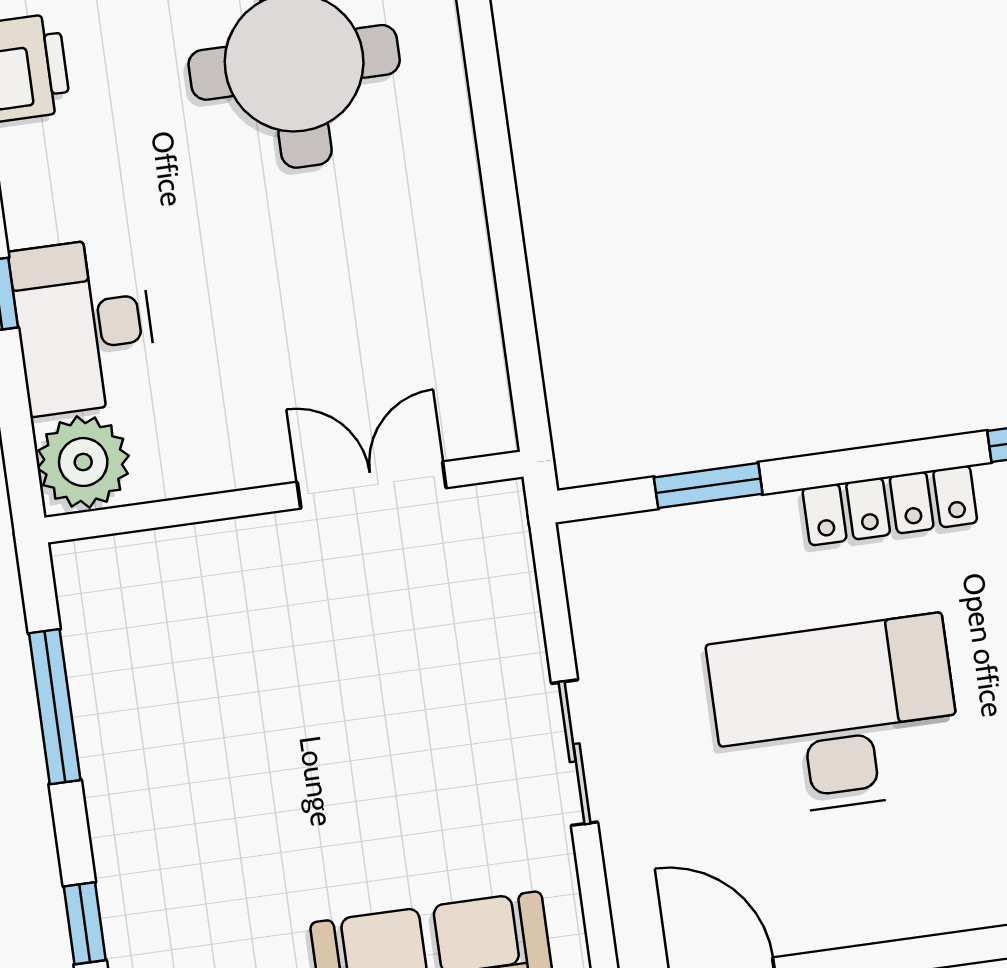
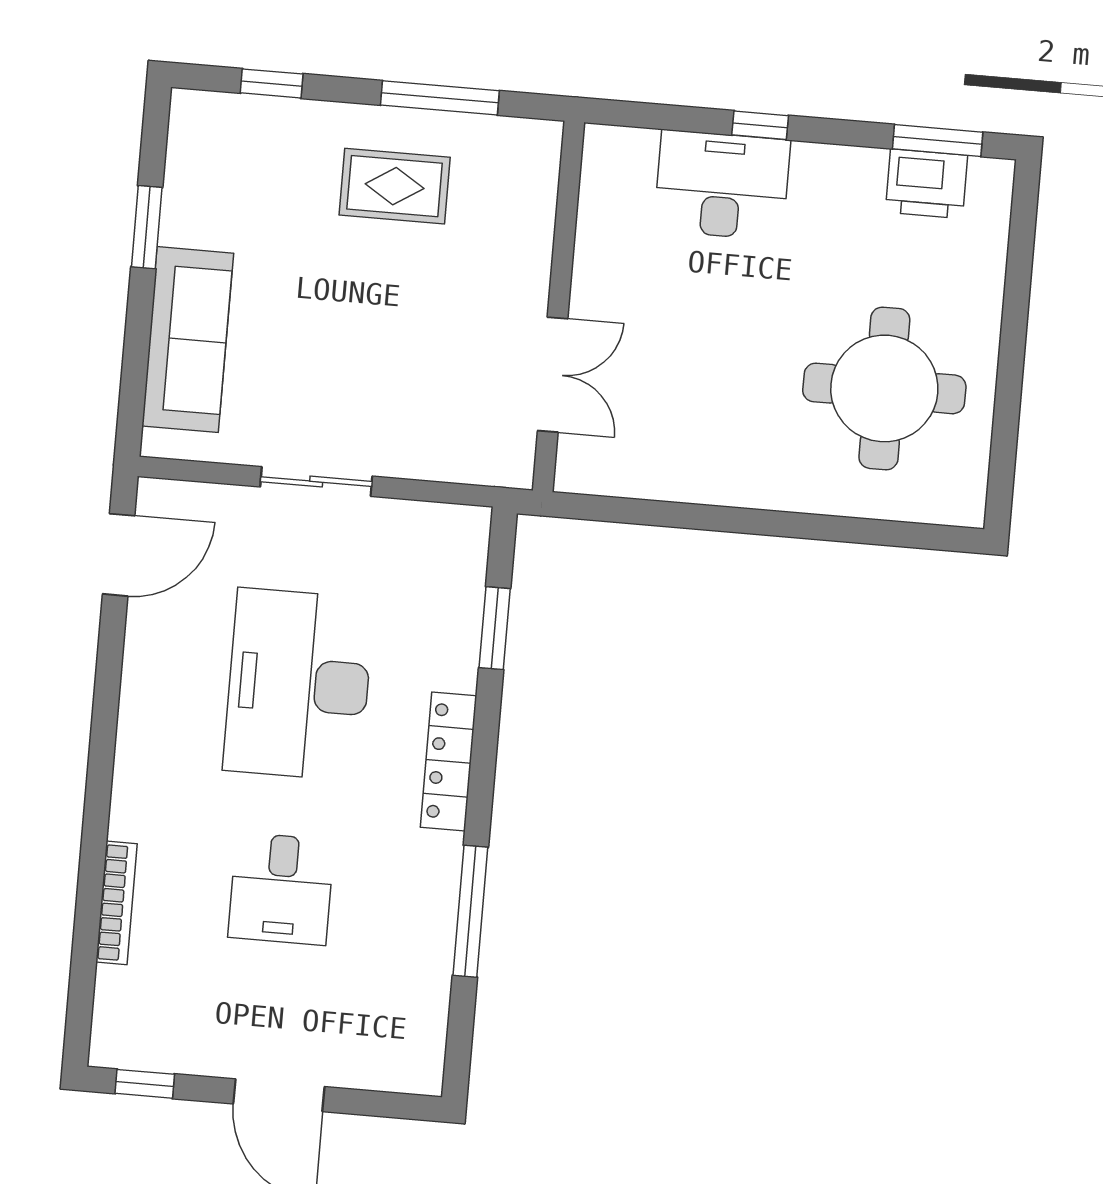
plant: (83, 462) -> (619, 161), removed
desk: (836, 717) -> (299, 684), turned 180
rug: (179, 739) -> (395, 186), added

